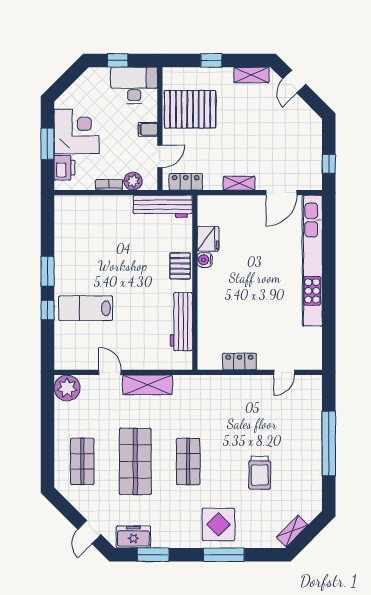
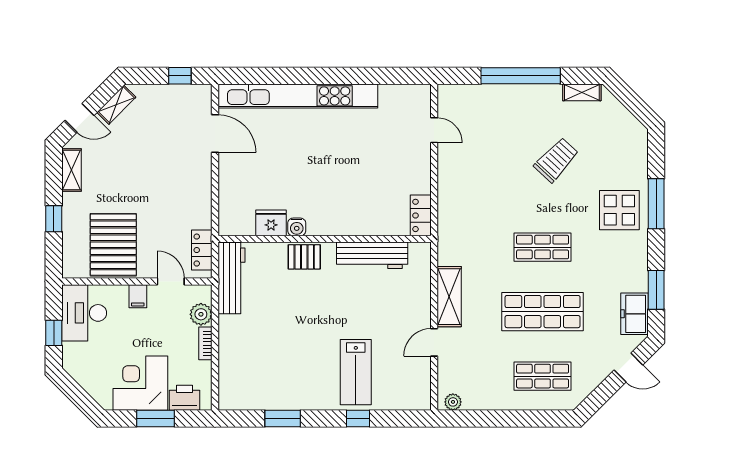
shelving: (239, 183) -> (116, 105), moved, turned 45
window: (48, 271) -> (283, 418), moved
locker: (240, 361) -> (421, 215), moved
plant: (67, 388) -> (453, 402), width x0.53, depth x0.53
trolley: (260, 473) -> (556, 160), turned -47
shelving: (292, 531) -> (582, 92), moved, turned -45

